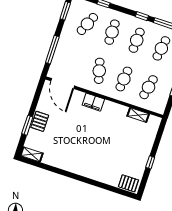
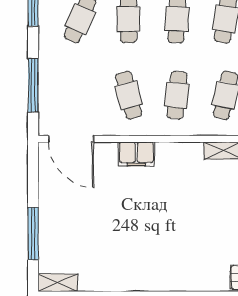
pallet: (40, 121) -> (53, 219), removed
window: (27, 125) -> (33, 234), width x1.44

